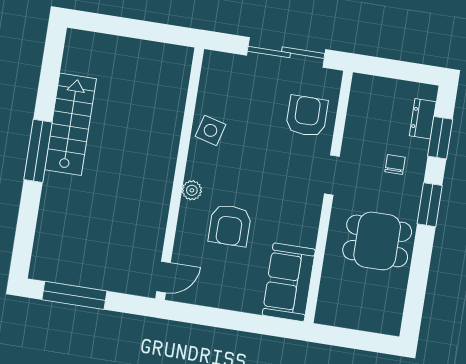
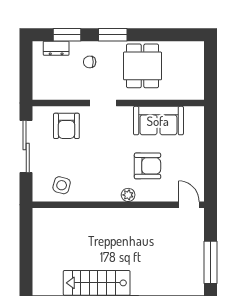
armchair: (307, 116) -> (66, 126), turned -90
side table: (211, 130) -> (62, 185), moved
sofa: (289, 282) -> (158, 121), moved

